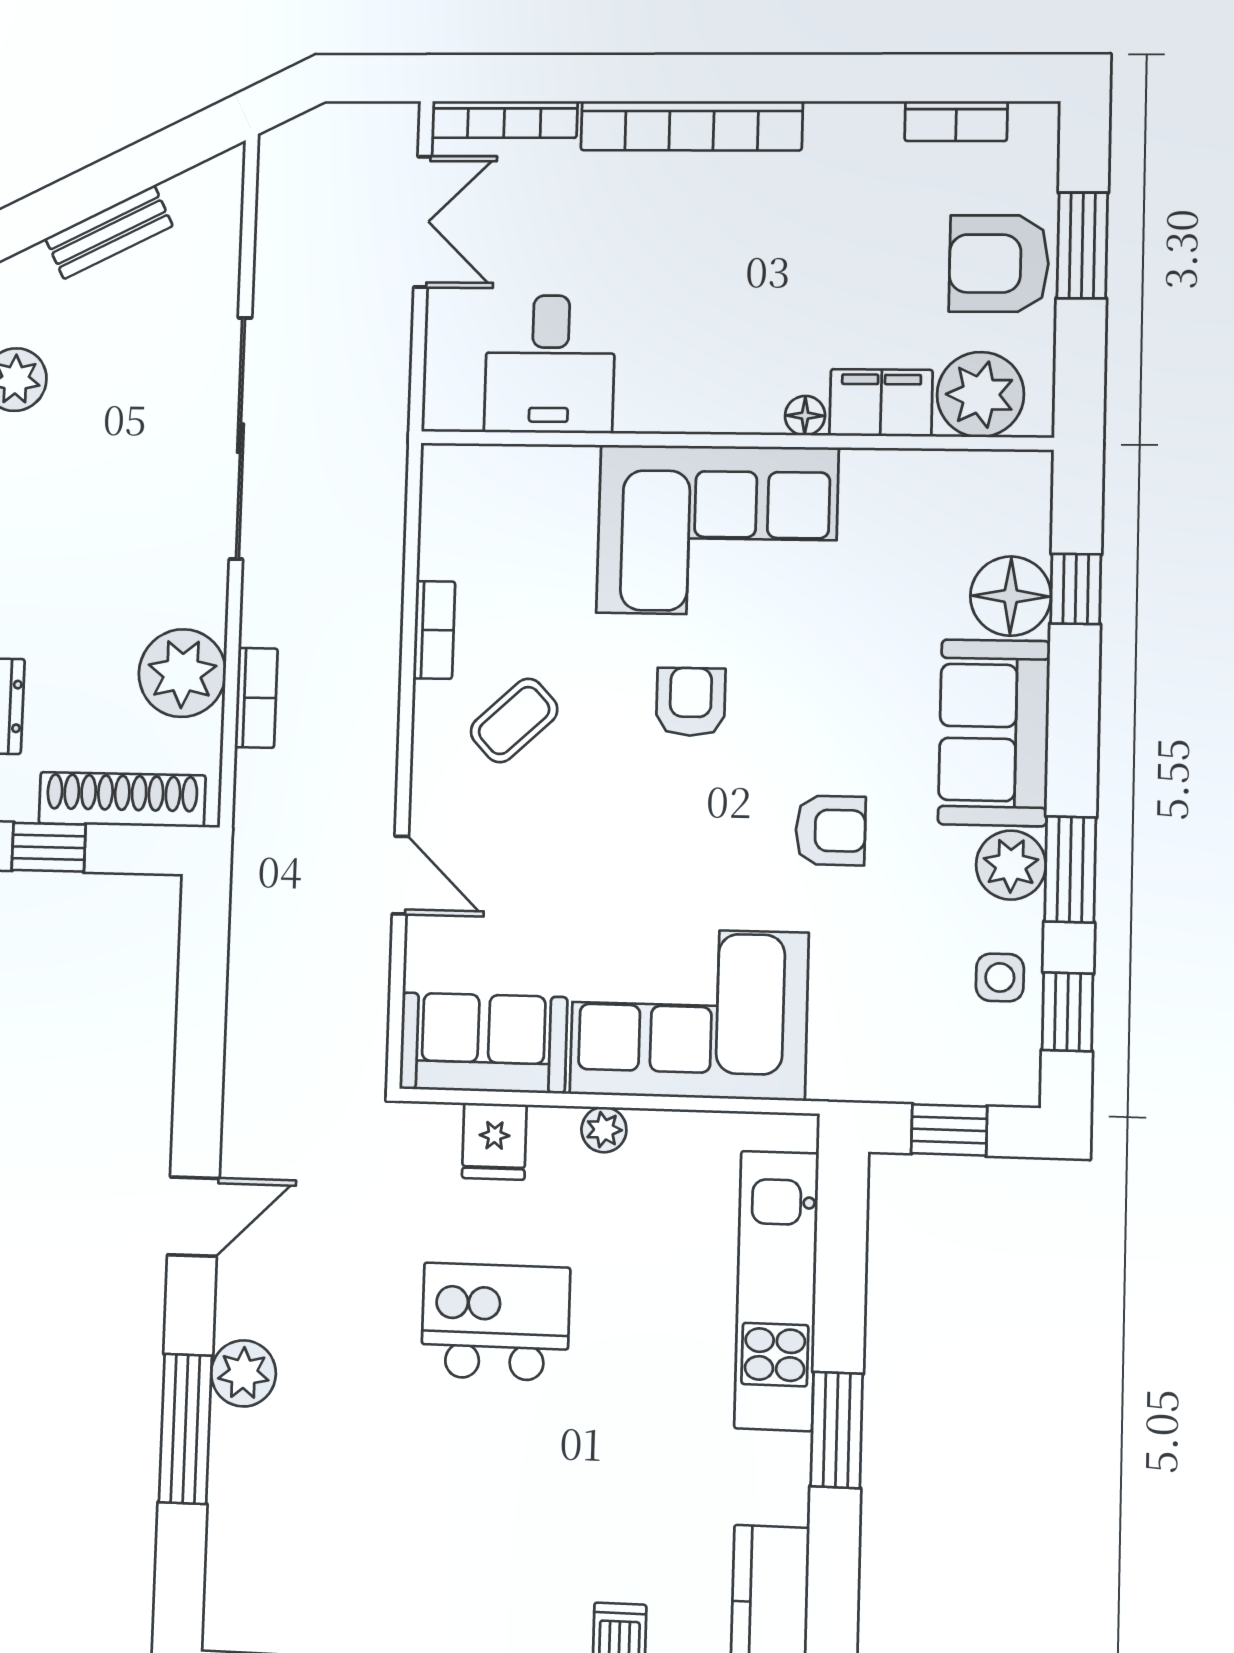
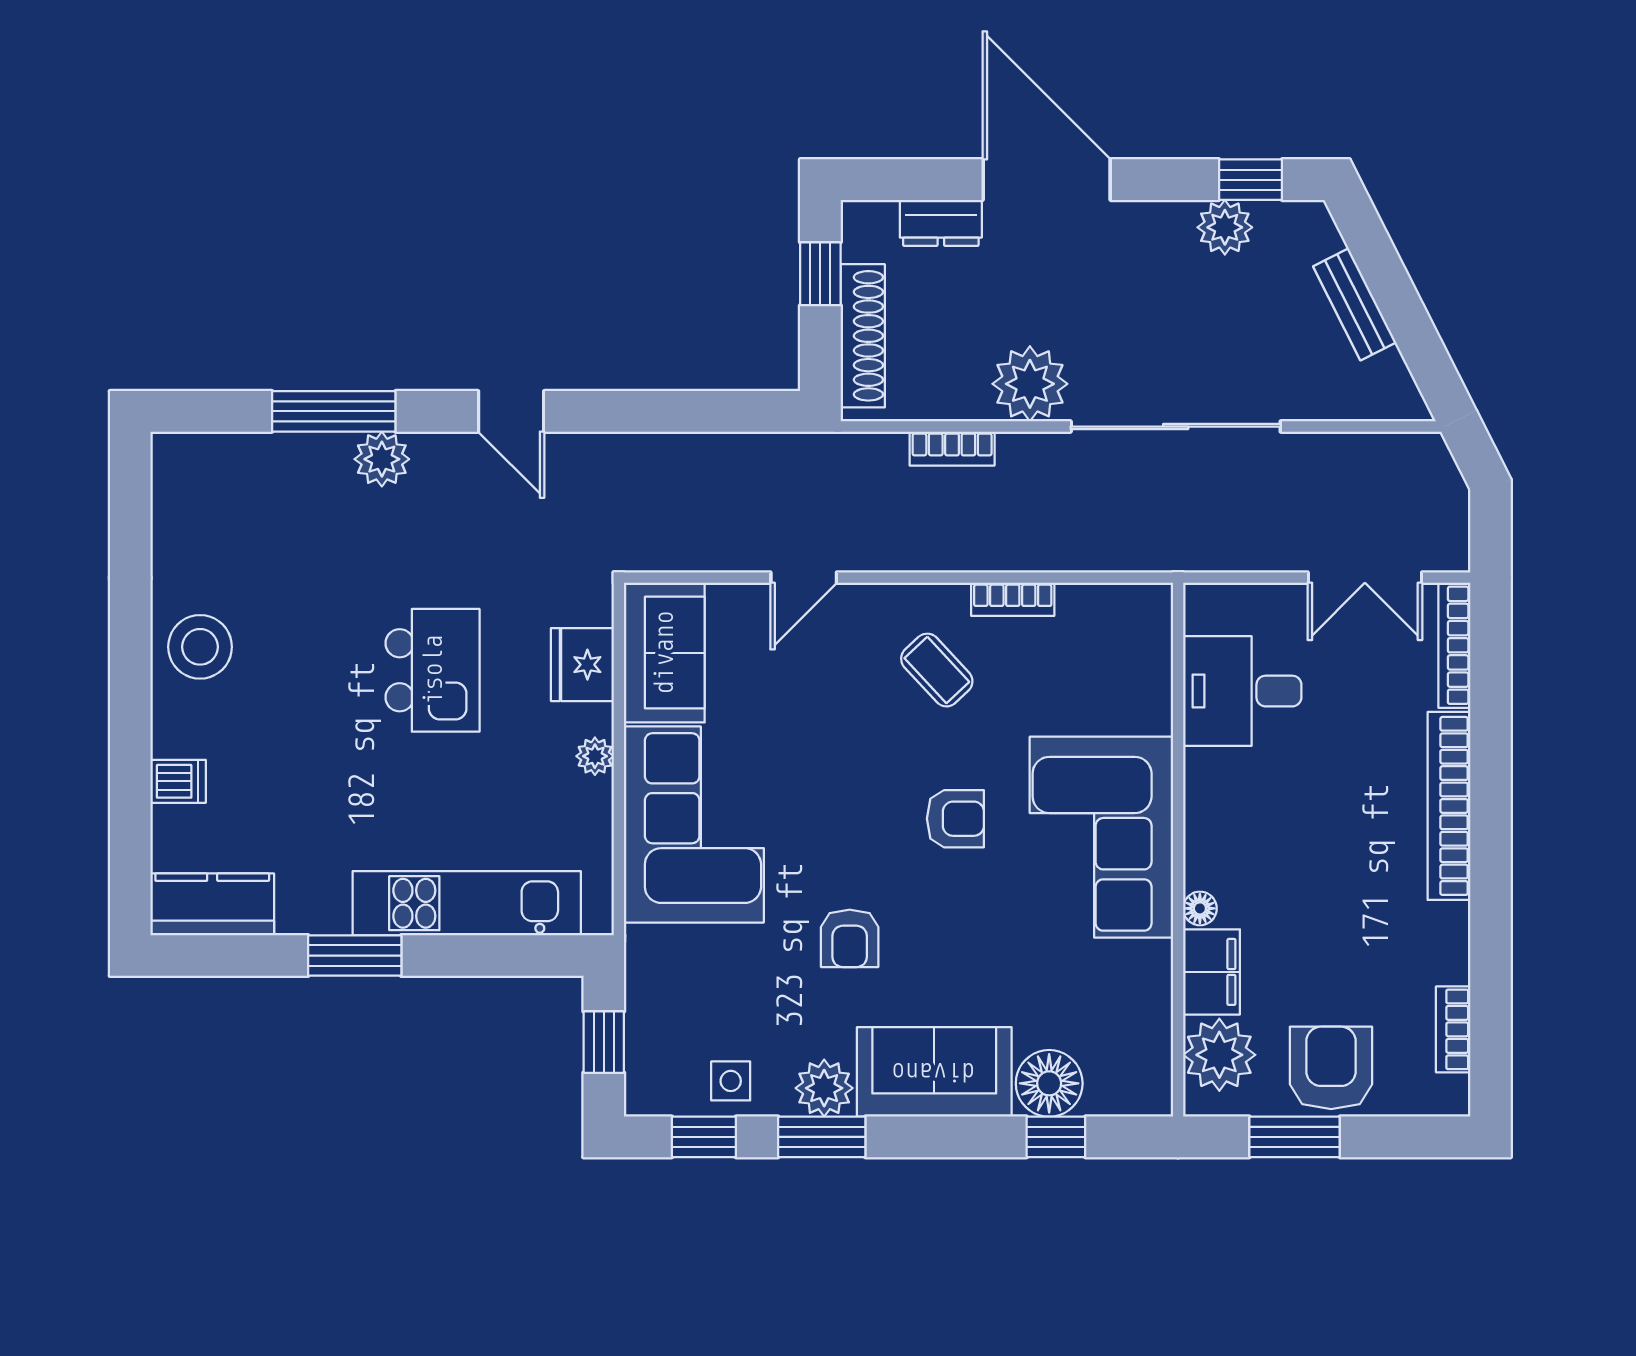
window: (1082, 245) -> (1295, 1137), moved
plant: (182, 673) -> (1030, 384), moved
fridge: (494, 1141) -> (582, 665), width x1.38
stool: (459, 1603) -> (200, 647), added

